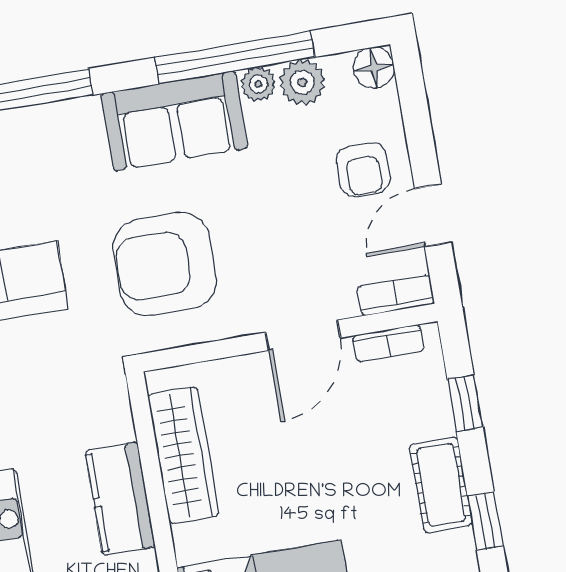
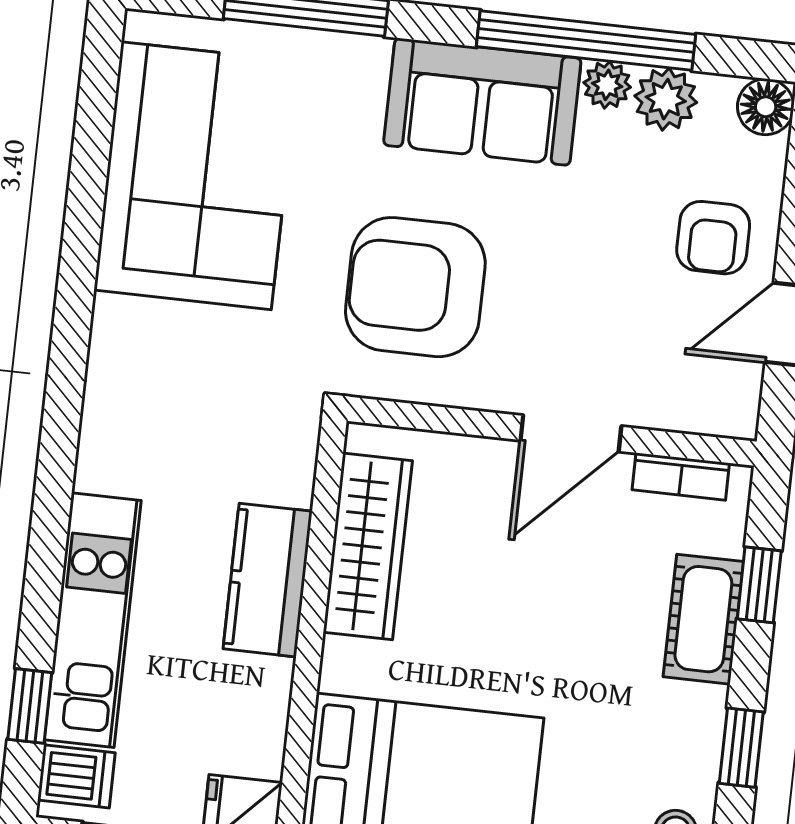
bookcase: (396, 295) -> (708, 416), removed
cot: (441, 485) -> (703, 619), moved

